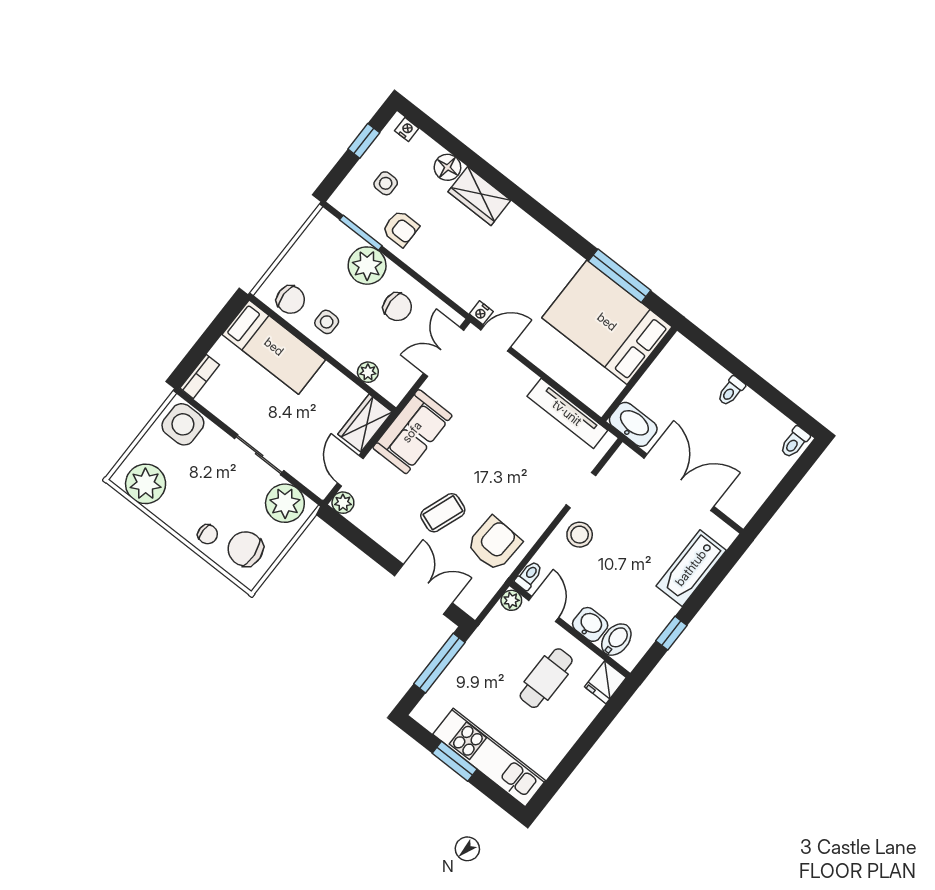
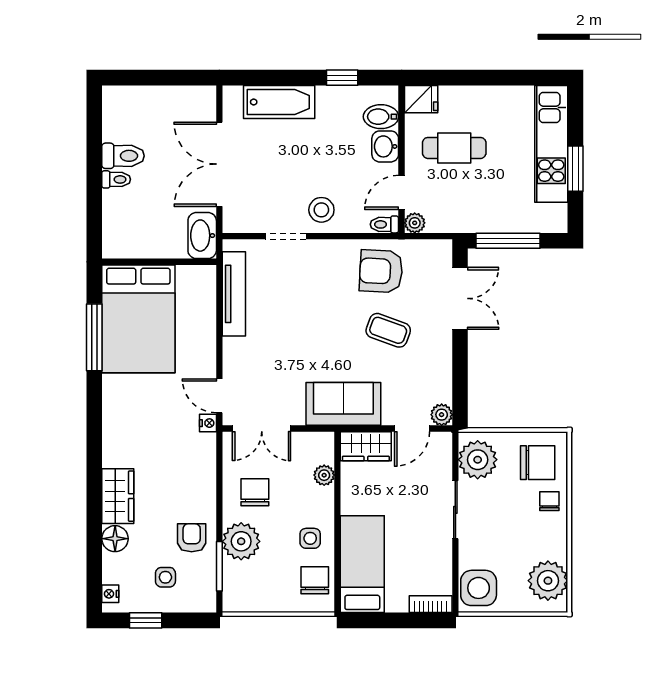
toilet: (795, 442) -> (123, 156), moved, width x1.37, depth x1.39
chair: (245, 549) -> (538, 463), turned -85
double door: (423, 589) -> (460, 298), swing flipped

